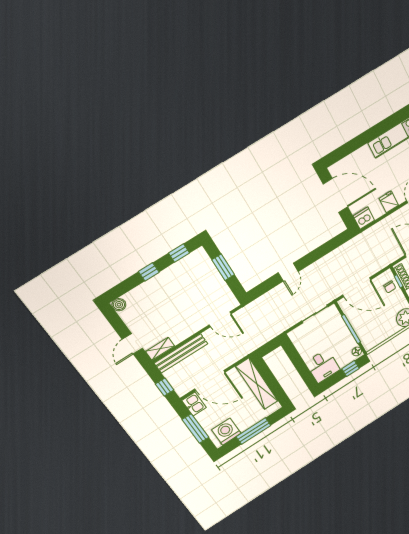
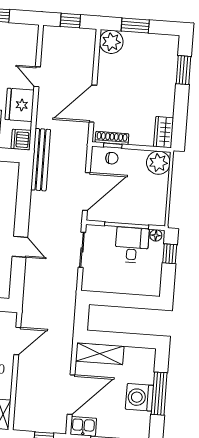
fridge: (389, 202) -> (20, 105), width x1.88, depth x1.34
bench: (181, 353) -> (41, 160), moved
desk: (323, 366) -> (132, 245), moved, turned -90
shelving: (257, 384) -> (100, 354), width x0.68
washing machine: (226, 432) -> (139, 397), moved

